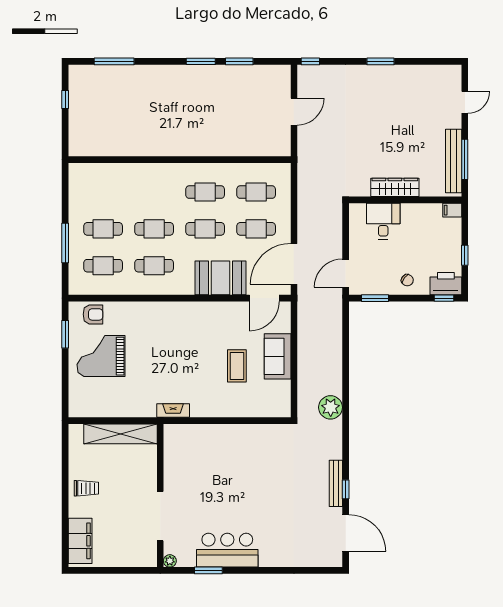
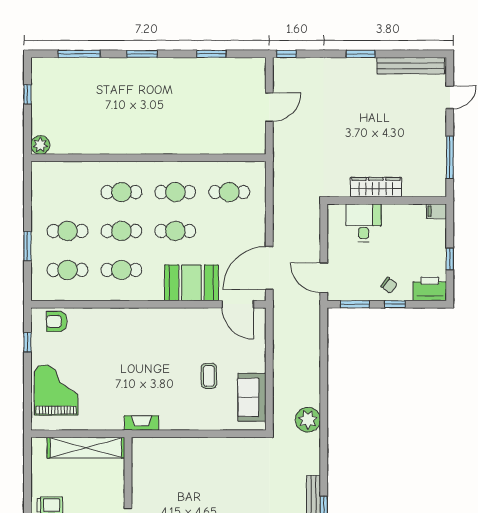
window: (201, 61) -> (142, 54), moved
plant: (77, 147) -> (40, 145), added
bench: (454, 161) -> (411, 66), moved, turned 90
cafe table: (256, 229) -> (121, 192), moved
window: (65, 243) -> (27, 246), width x0.69
door: (346, 273) -> (324, 278), hinge flipped
door: (264, 298) -> (238, 304), hinge flipped
window: (444, 298) -> (395, 304), moved
armchair: (93, 314) -> (57, 321), turned 180
window: (65, 334) -> (27, 342), width x0.67
grand piano: (101, 356) -> (56, 390), moved, turned 90
sofa: (278, 356) -> (252, 397), moved
coffee table: (237, 366) -> (209, 376), width x0.73, depth x0.77

